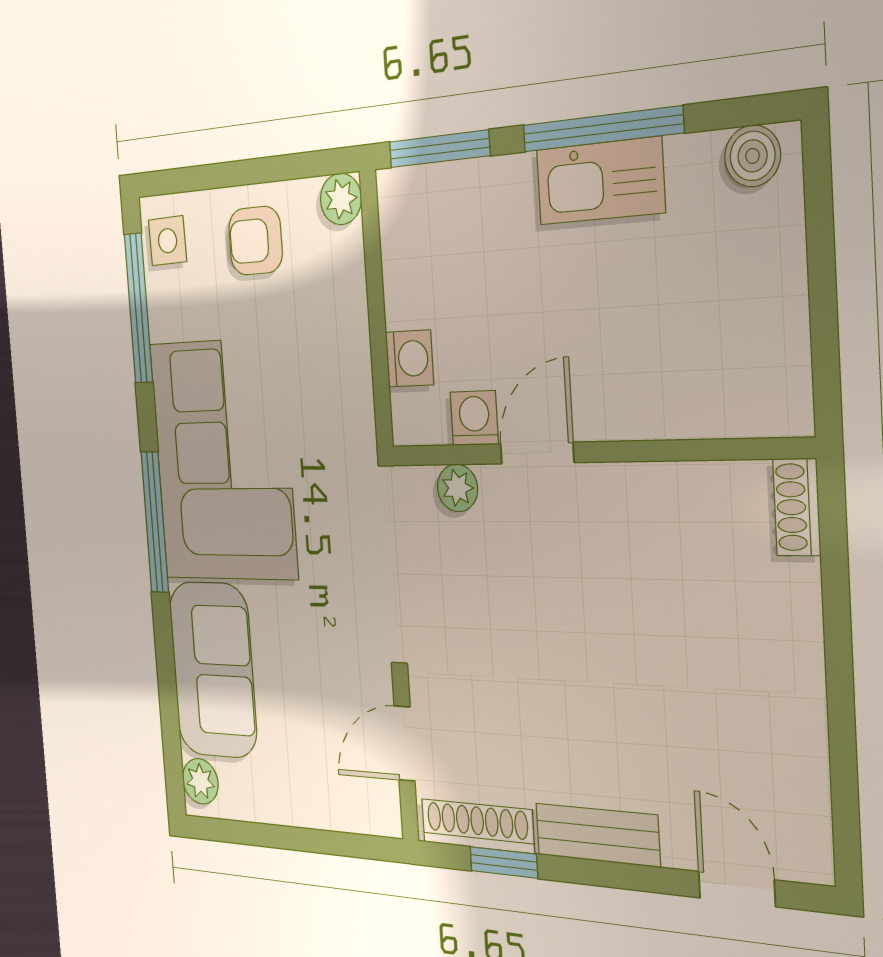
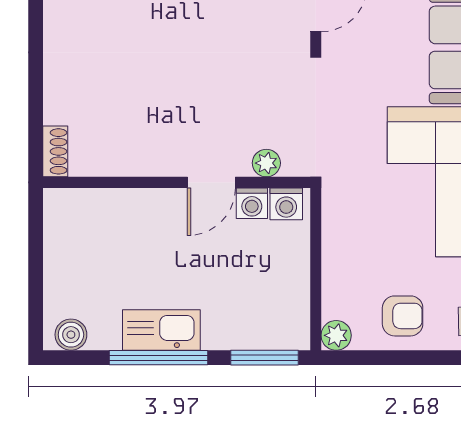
washing machine: (409, 358) -> (286, 204), moved, turned -90

